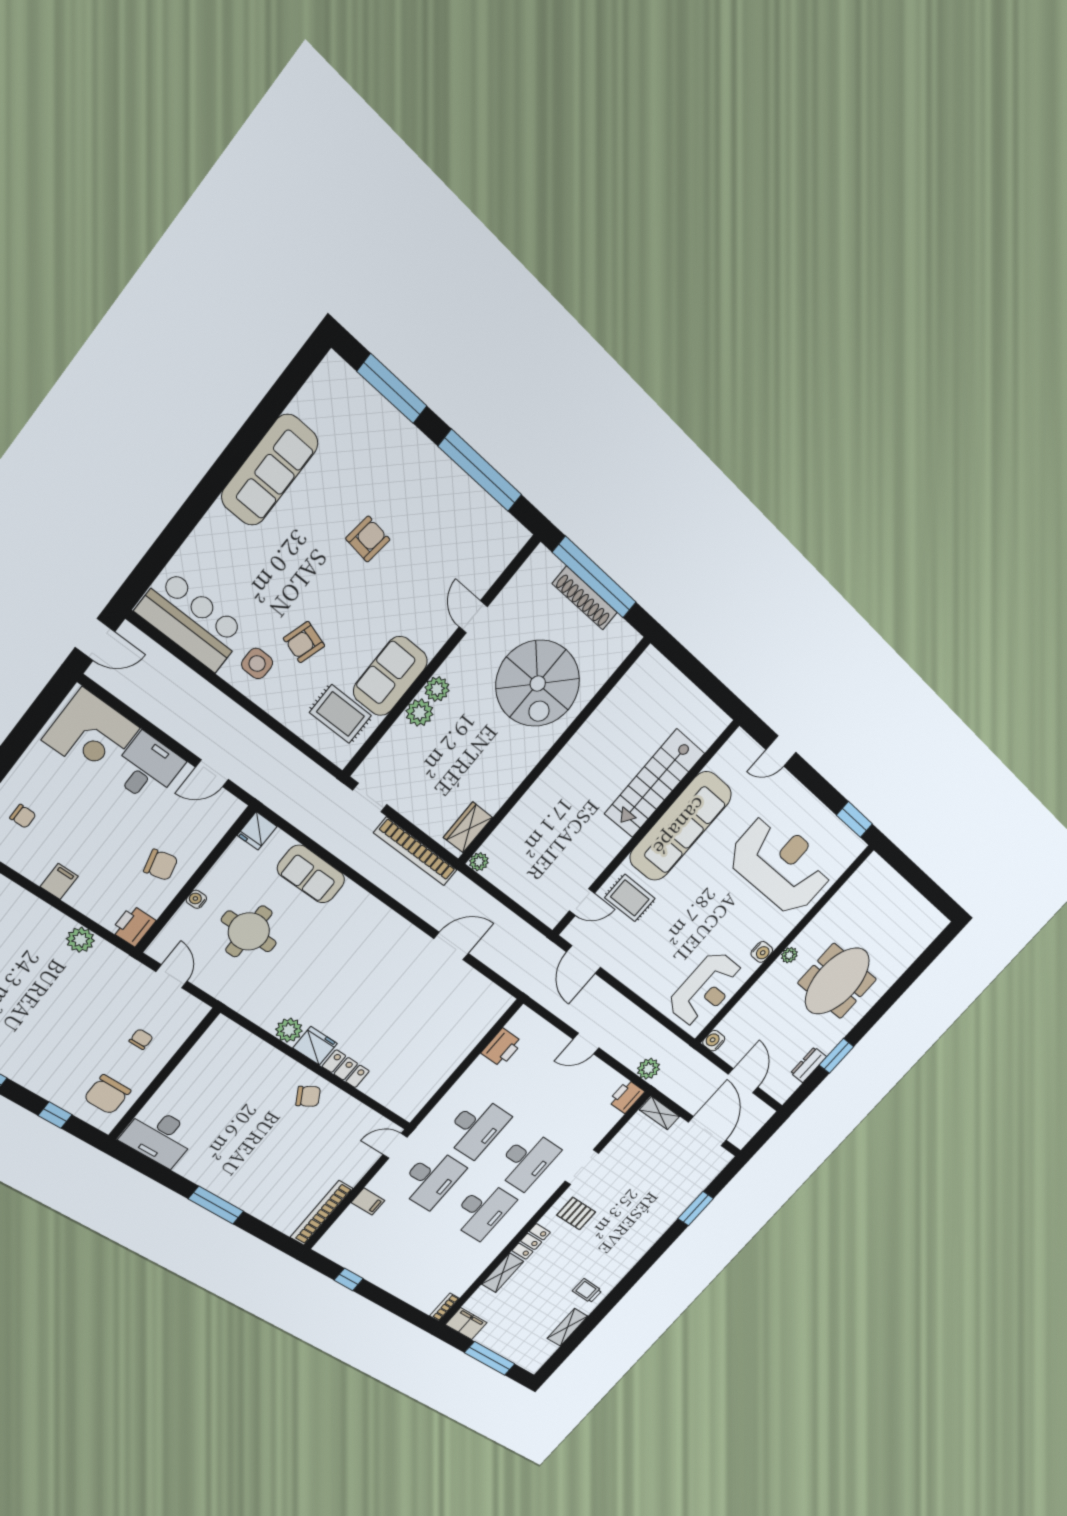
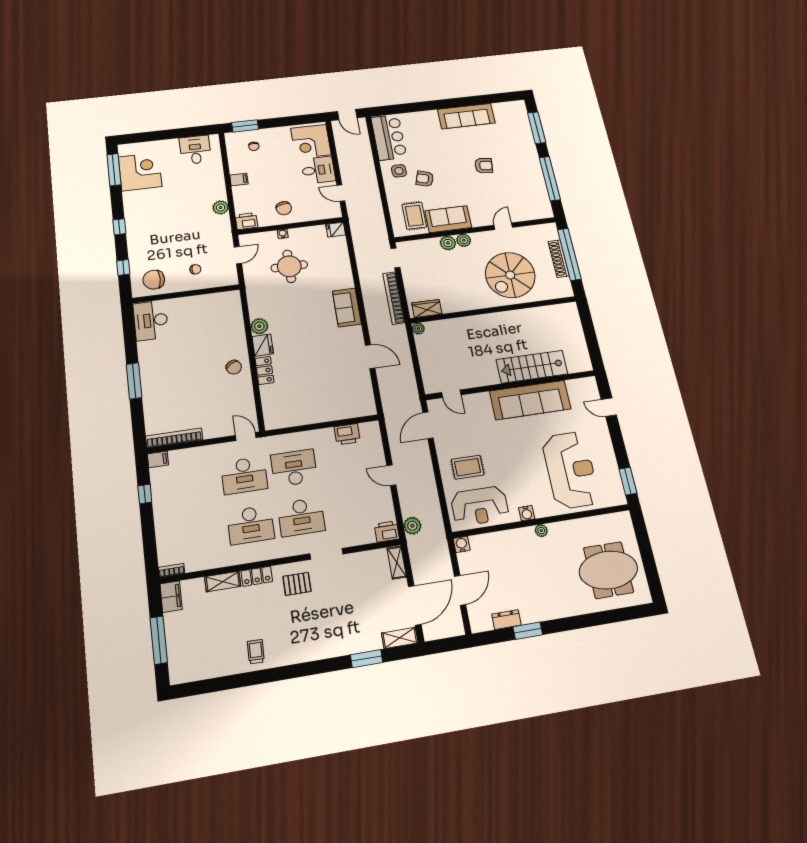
sofa: (311, 874) -> (347, 308), moved
rug: (630, 898) -> (468, 467), moved, turned 90
meeting table: (837, 981) -> (608, 570), moved
desk: (476, 1127) -> (294, 468), turned 180
filing cabinet: (368, 1201) -> (158, 459), moved, turned -90
pallet: (576, 1214) -> (297, 584), turned 90
shelving: (567, 1327) -> (400, 638), moved

